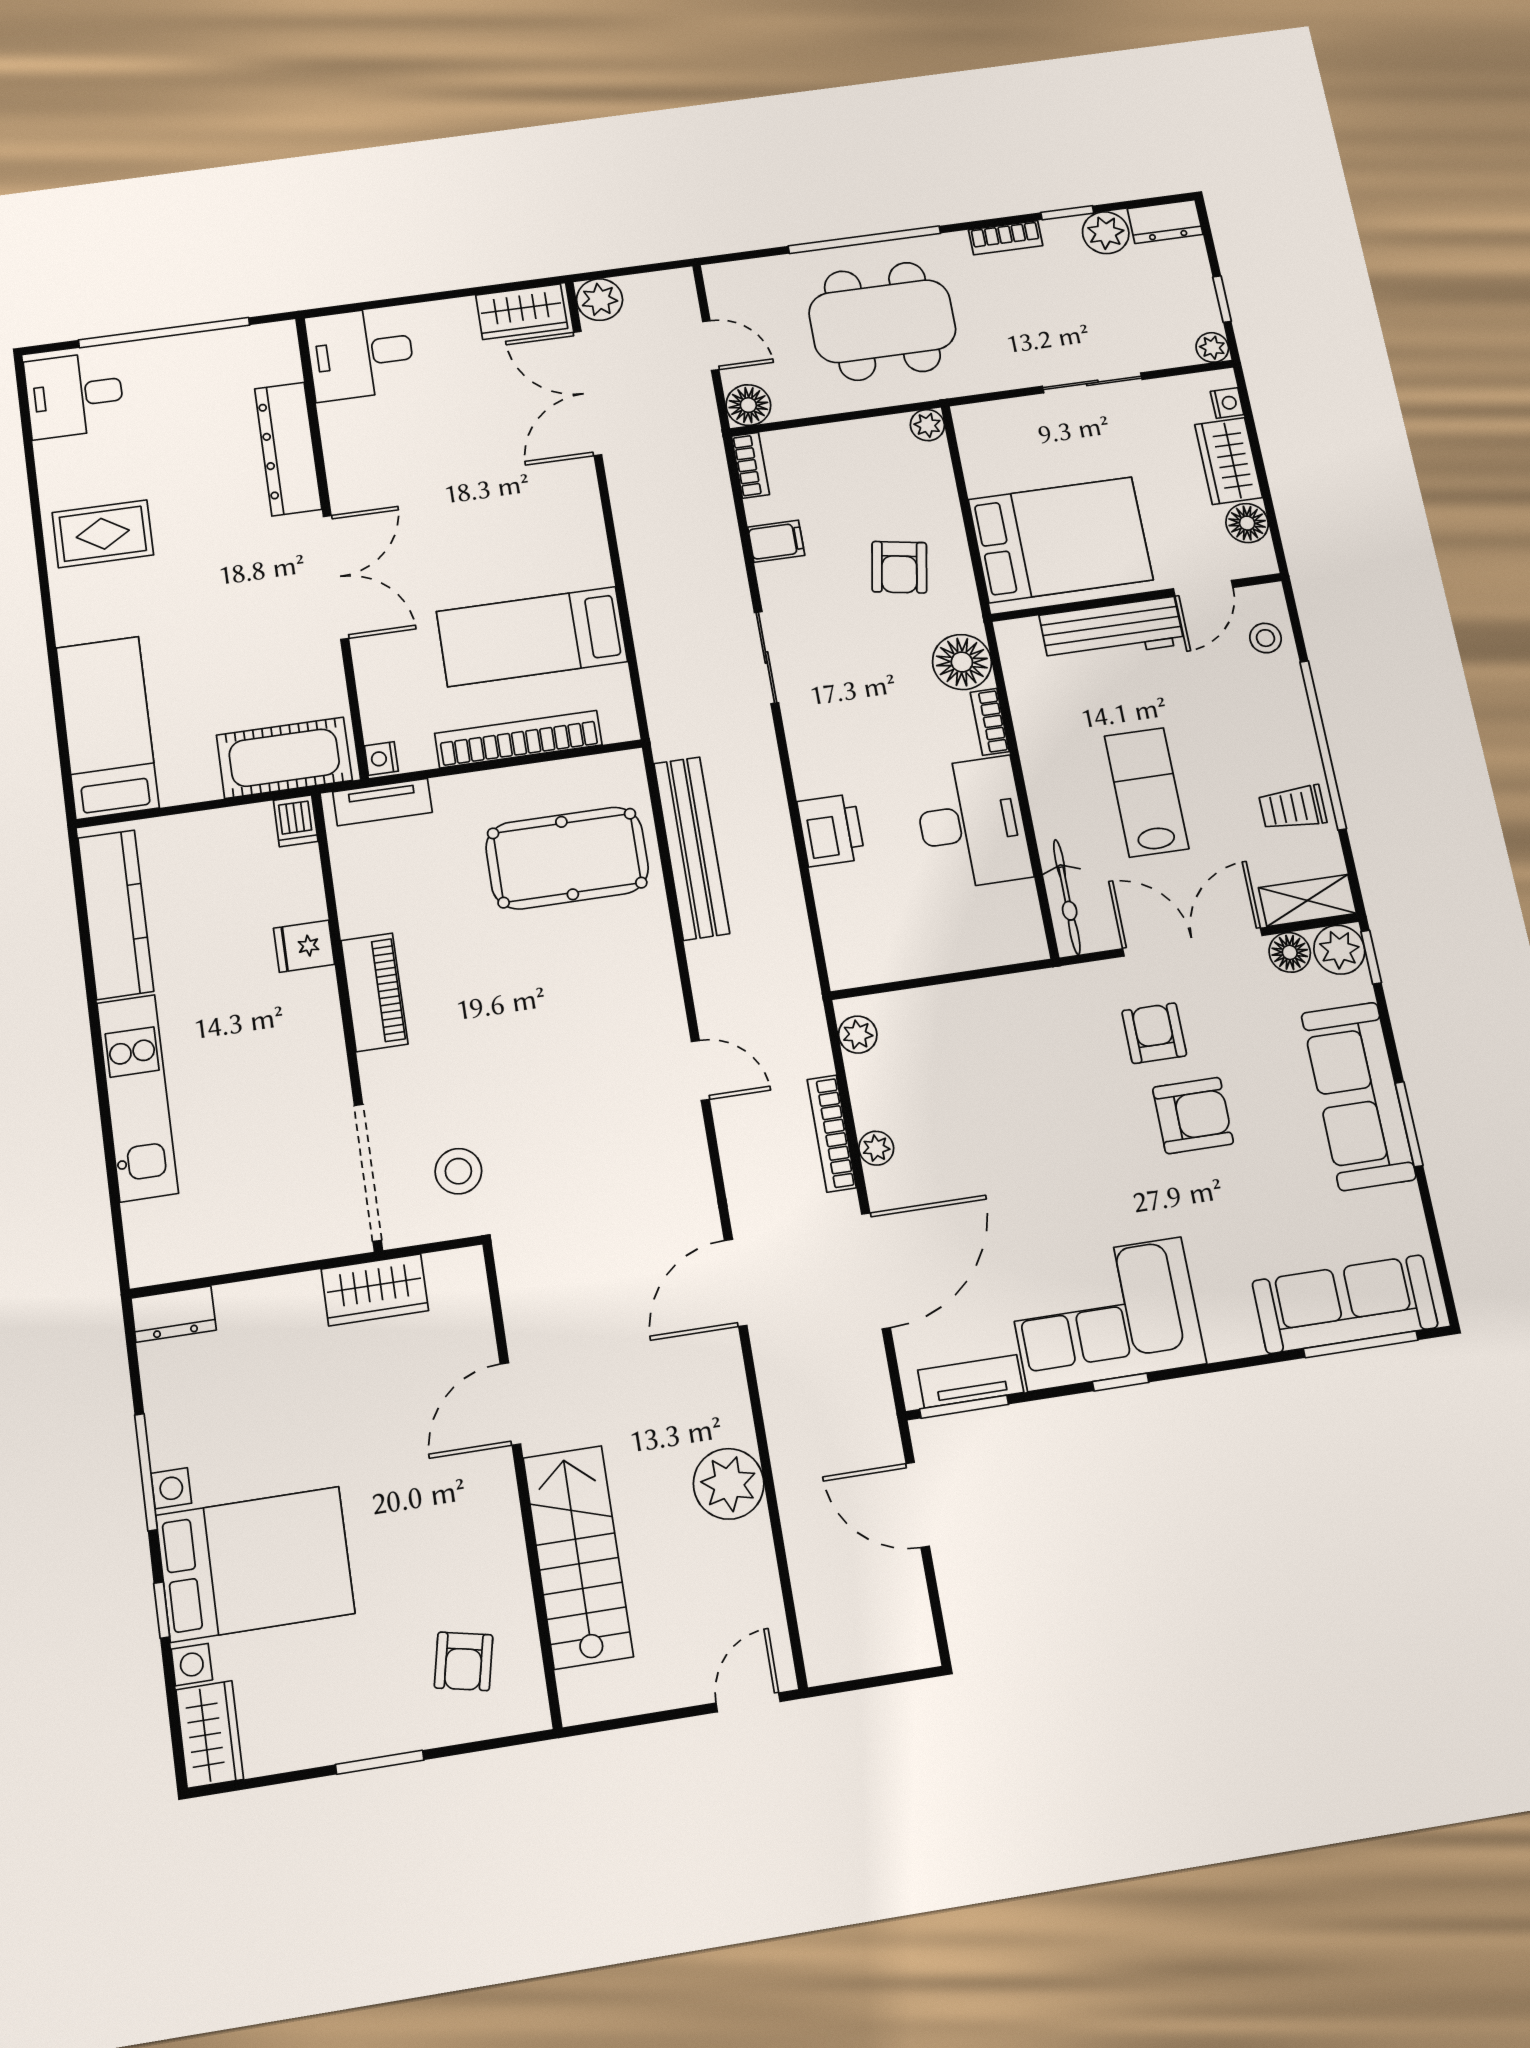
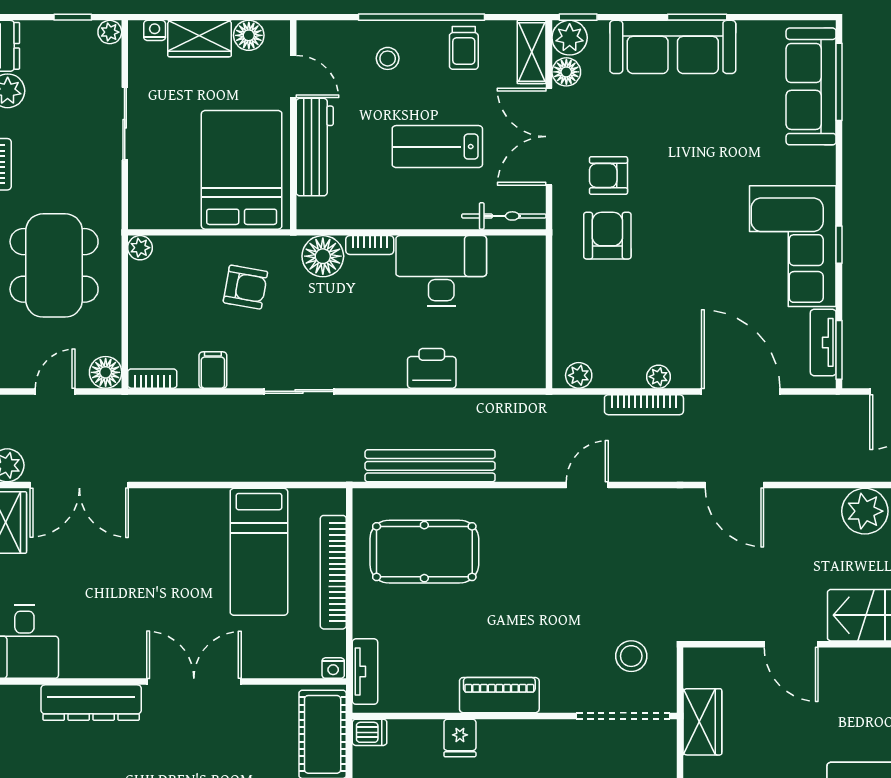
stool: (1265, 638) -> (388, 58), moved
pool table: (567, 858) -> (424, 552), turned 90
armchair: (1193, 1116) -> (607, 236), moved

